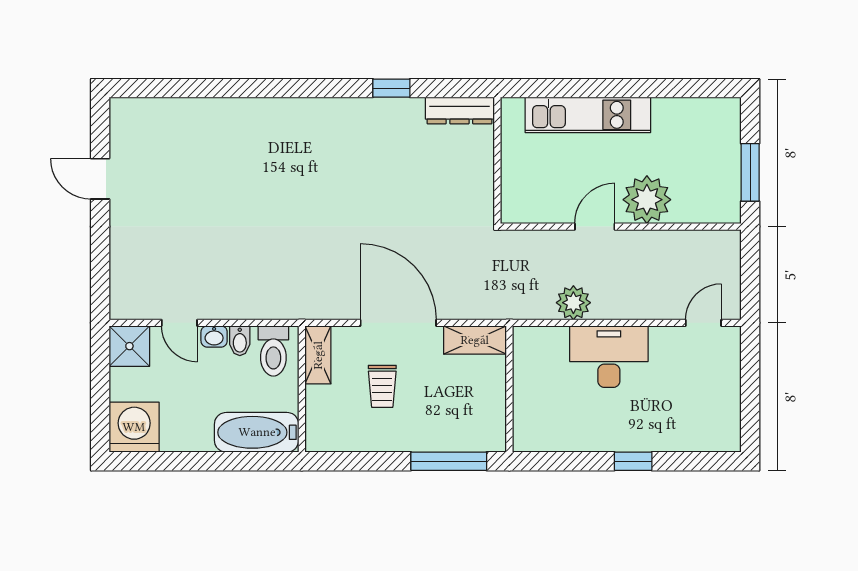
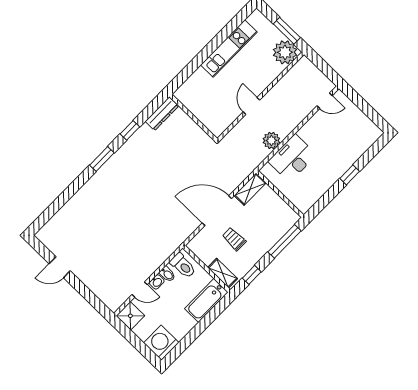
window: (312, 88) -> (102, 159), added
kitchen unit: (588, 115) -> (229, 49), moved
plant: (647, 200) -> (285, 52), moved
door: (703, 323) -> (325, 101), swing flipped
shelving: (318, 355) -> (223, 273), moved
desk: (609, 357) -> (292, 158), moved
trolley: (382, 386) -> (234, 239), turned 180
window: (356, 461) -> (252, 275), added

